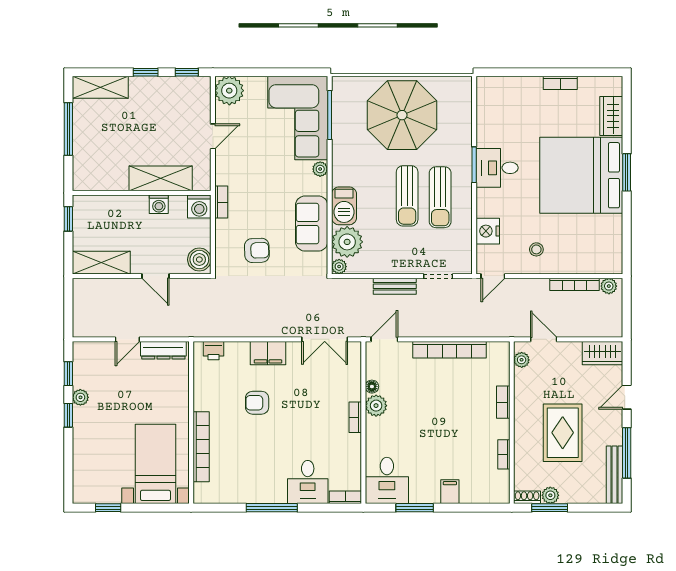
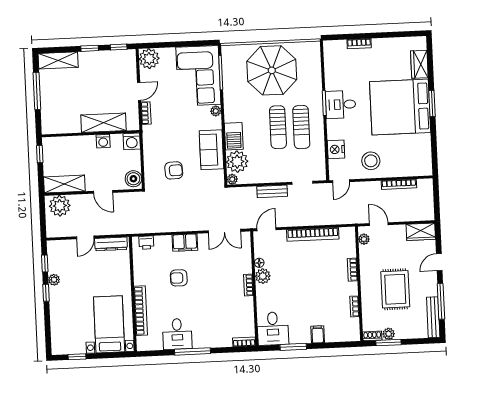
bookcase: (560, 83) -> (359, 44), moved
bookcase: (221, 202) -> (146, 113), moved
stool: (536, 249) -> (371, 161), width x1.89, depth x1.89
plant: (609, 286) -> (60, 206), moved, width x1.88, depth x1.88
desk: (308, 482) -> (177, 334), moved

